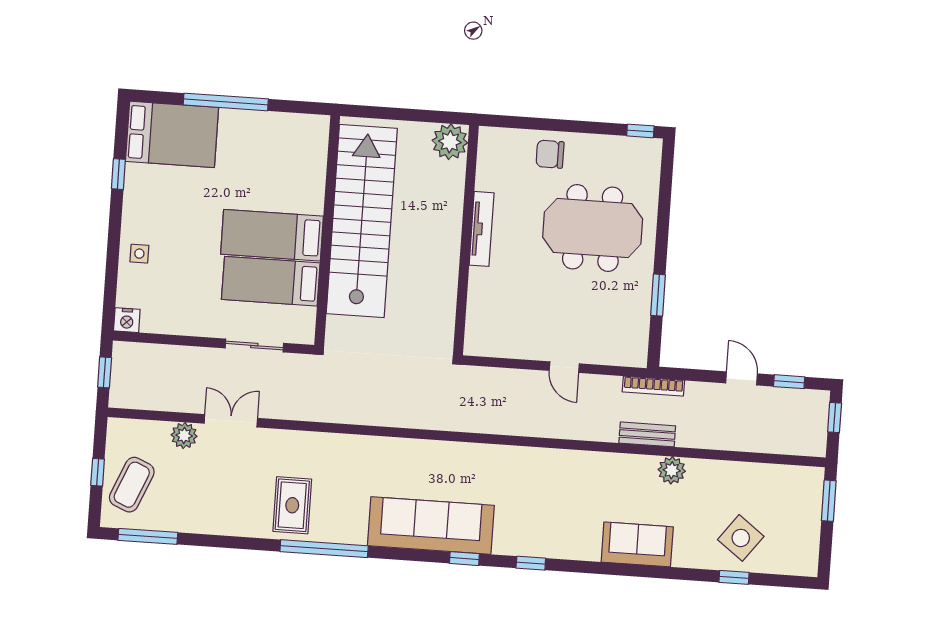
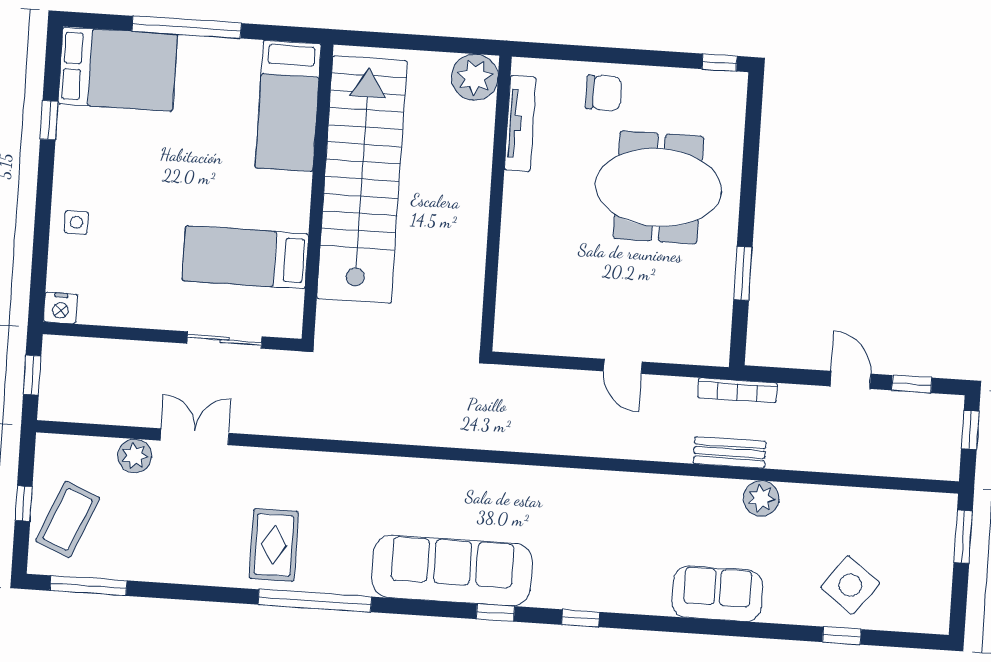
chair: (550, 154) -> (603, 93), turned 180
tv unit: (482, 229) -> (520, 124), moved
bed: (272, 235) -> (288, 106), moved, turned -90

